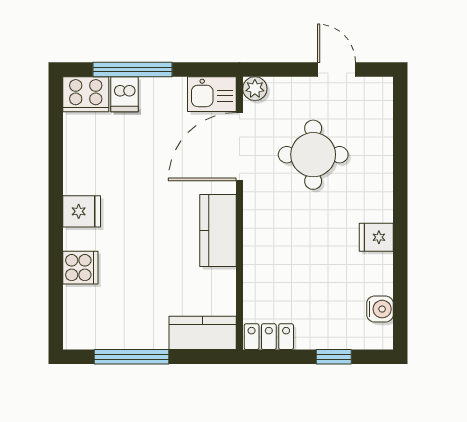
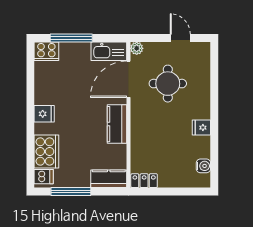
dishwasher: (124, 94) -> (44, 177), moved, turned -90
kitchen sink: (212, 94) -> (109, 51), width x1.38
cooker: (80, 268) -> (46, 152), width x1.87, depth x1.31
window: (334, 357) -> (179, 191), removed

